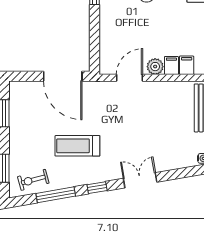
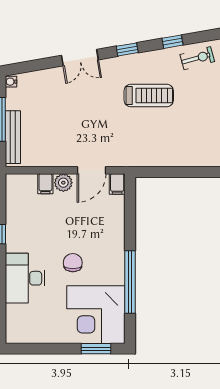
filing cabinet: (187, 65) -> (117, 184), moved
door: (63, 76) -> (165, 172), removed
window: (56, 195) -> (173, 42), width x0.46

